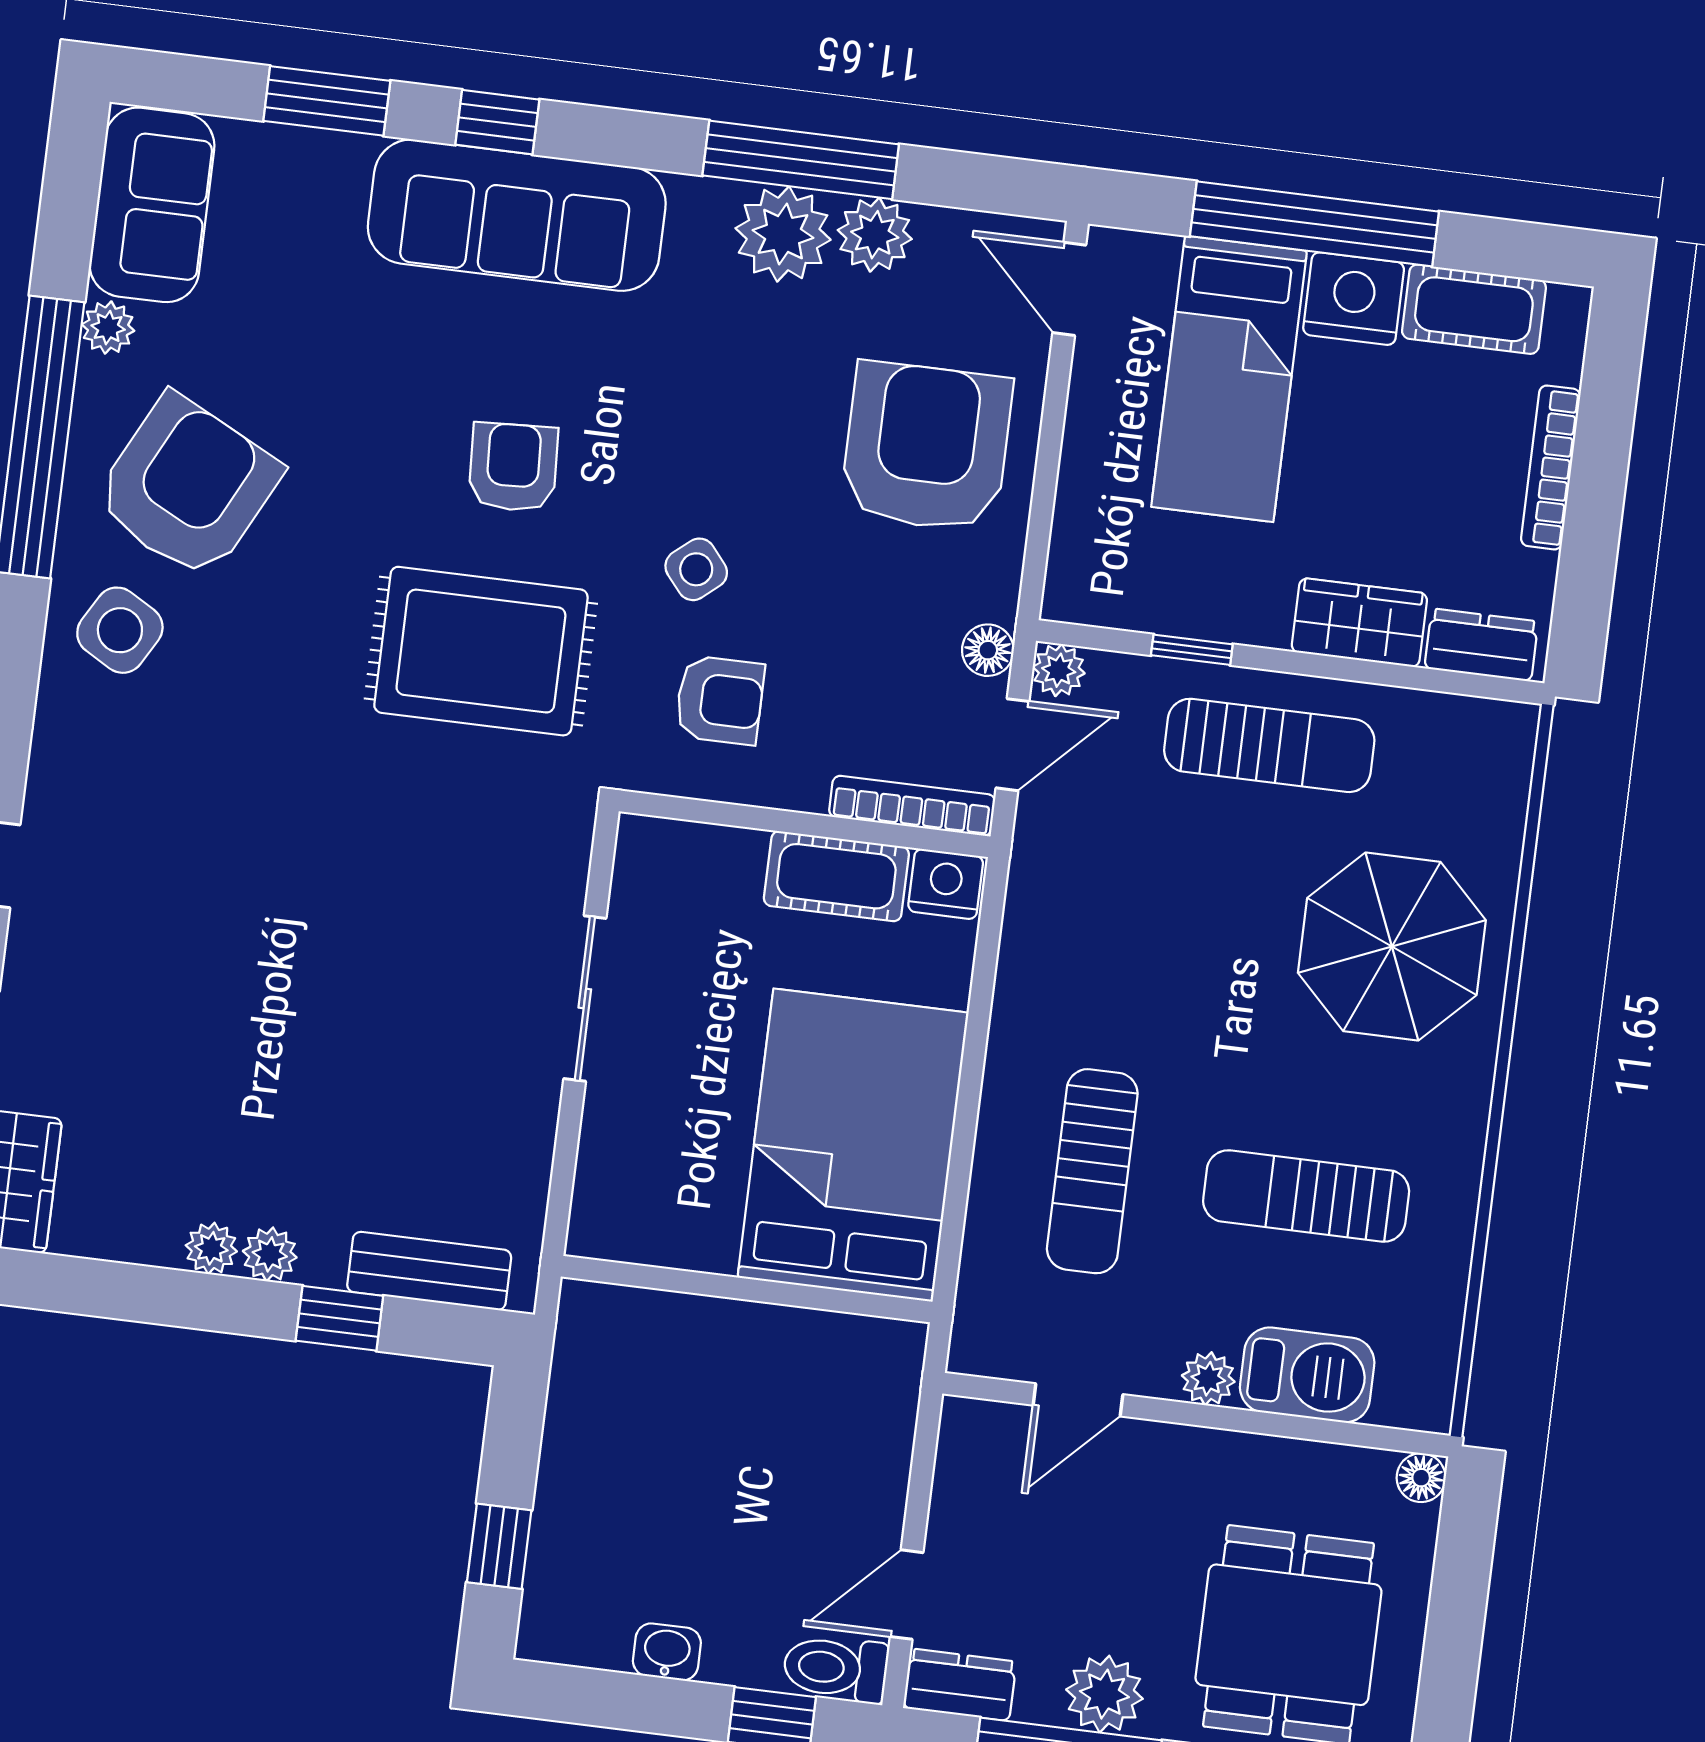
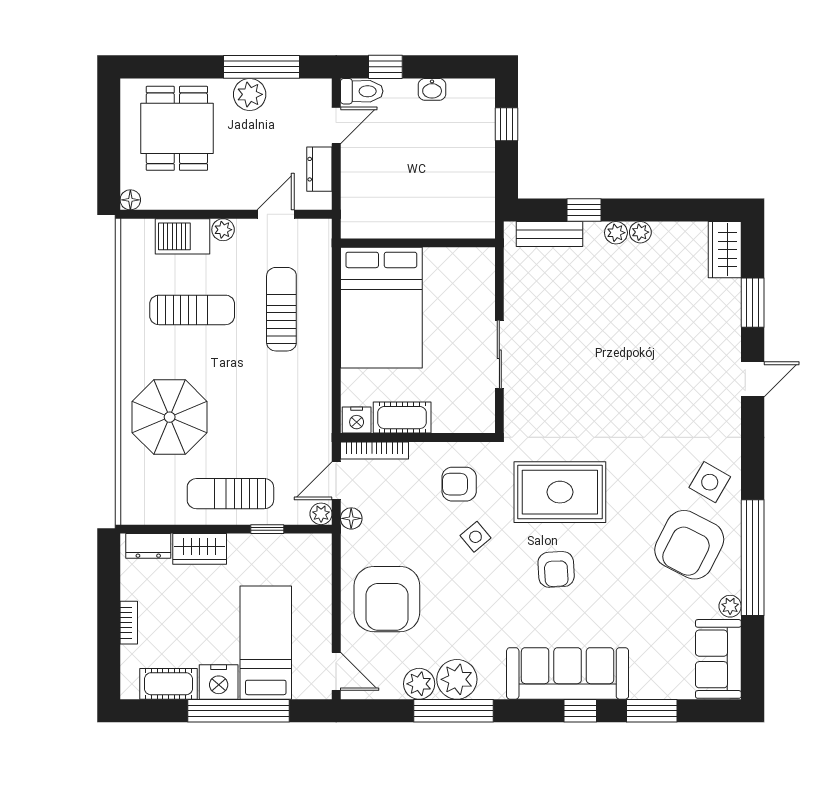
bookcase: (1551, 467) -> (129, 623), width x0.64
dresser: (960, 1685) -> (319, 169), moved, turned 90

